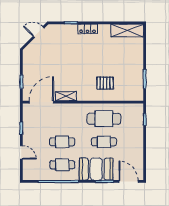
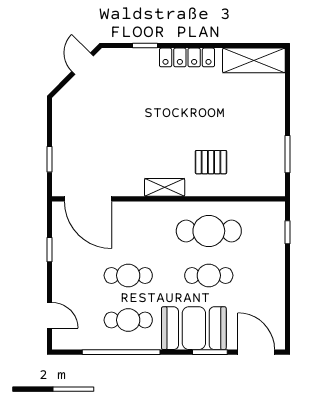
locker: (88, 29) -> (187, 57), width x1.53
door: (39, 32) -> (83, 64), hinge flipped
shelving: (66, 96) -> (165, 187), moved
door: (41, 102) -> (88, 199), swing flipped
door: (21, 152) -> (50, 315), moved

